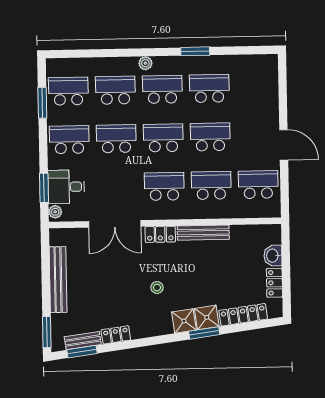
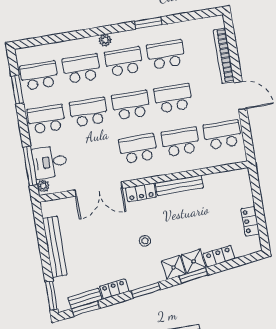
bookcase: (272, 99) -> (224, 56), added
window: (44, 188) -> (30, 166), width x1.44
washbasin: (273, 256) -> (245, 197), removed
locker: (243, 315) -> (219, 256), width x0.66
window: (150, 341) -> (146, 290), added

